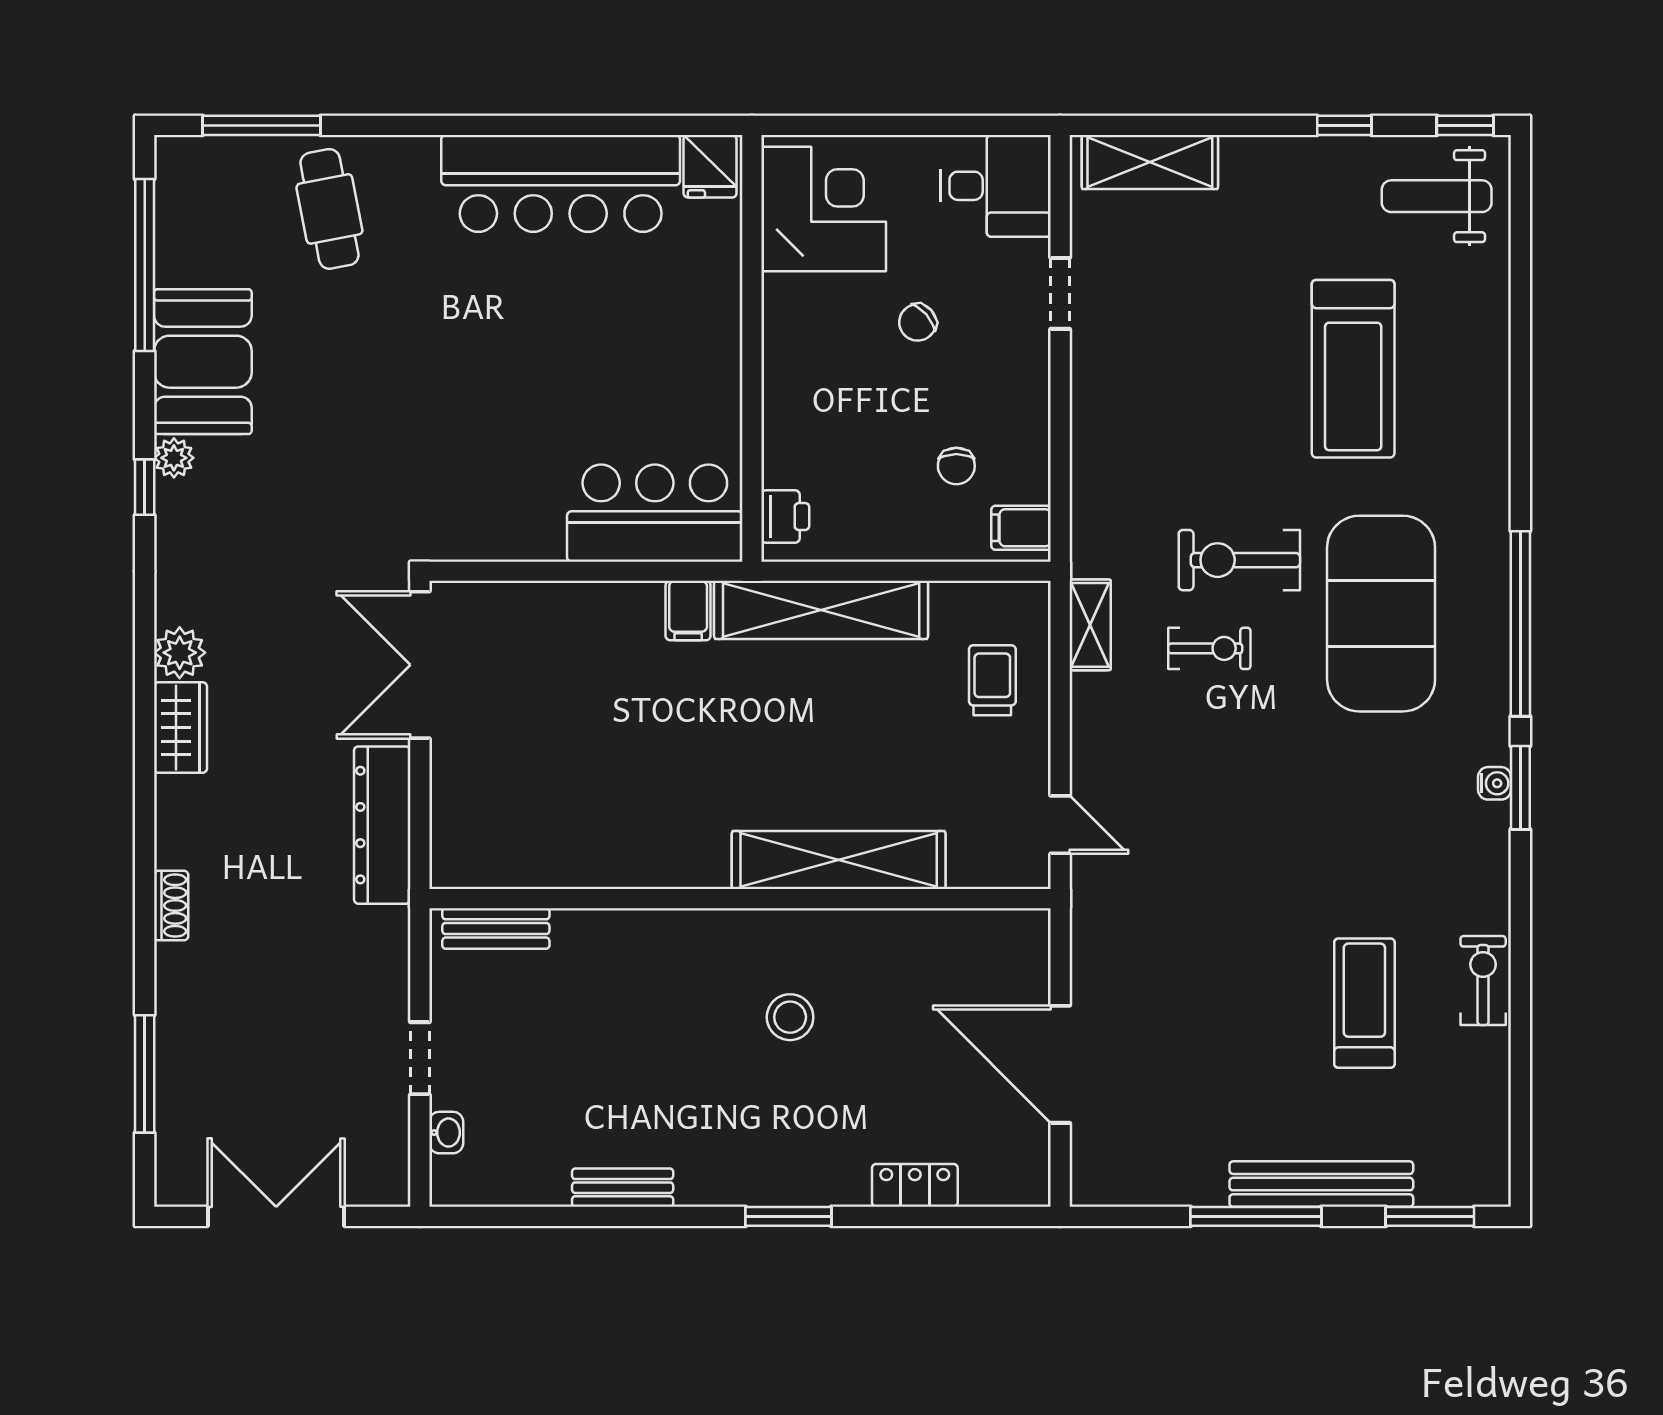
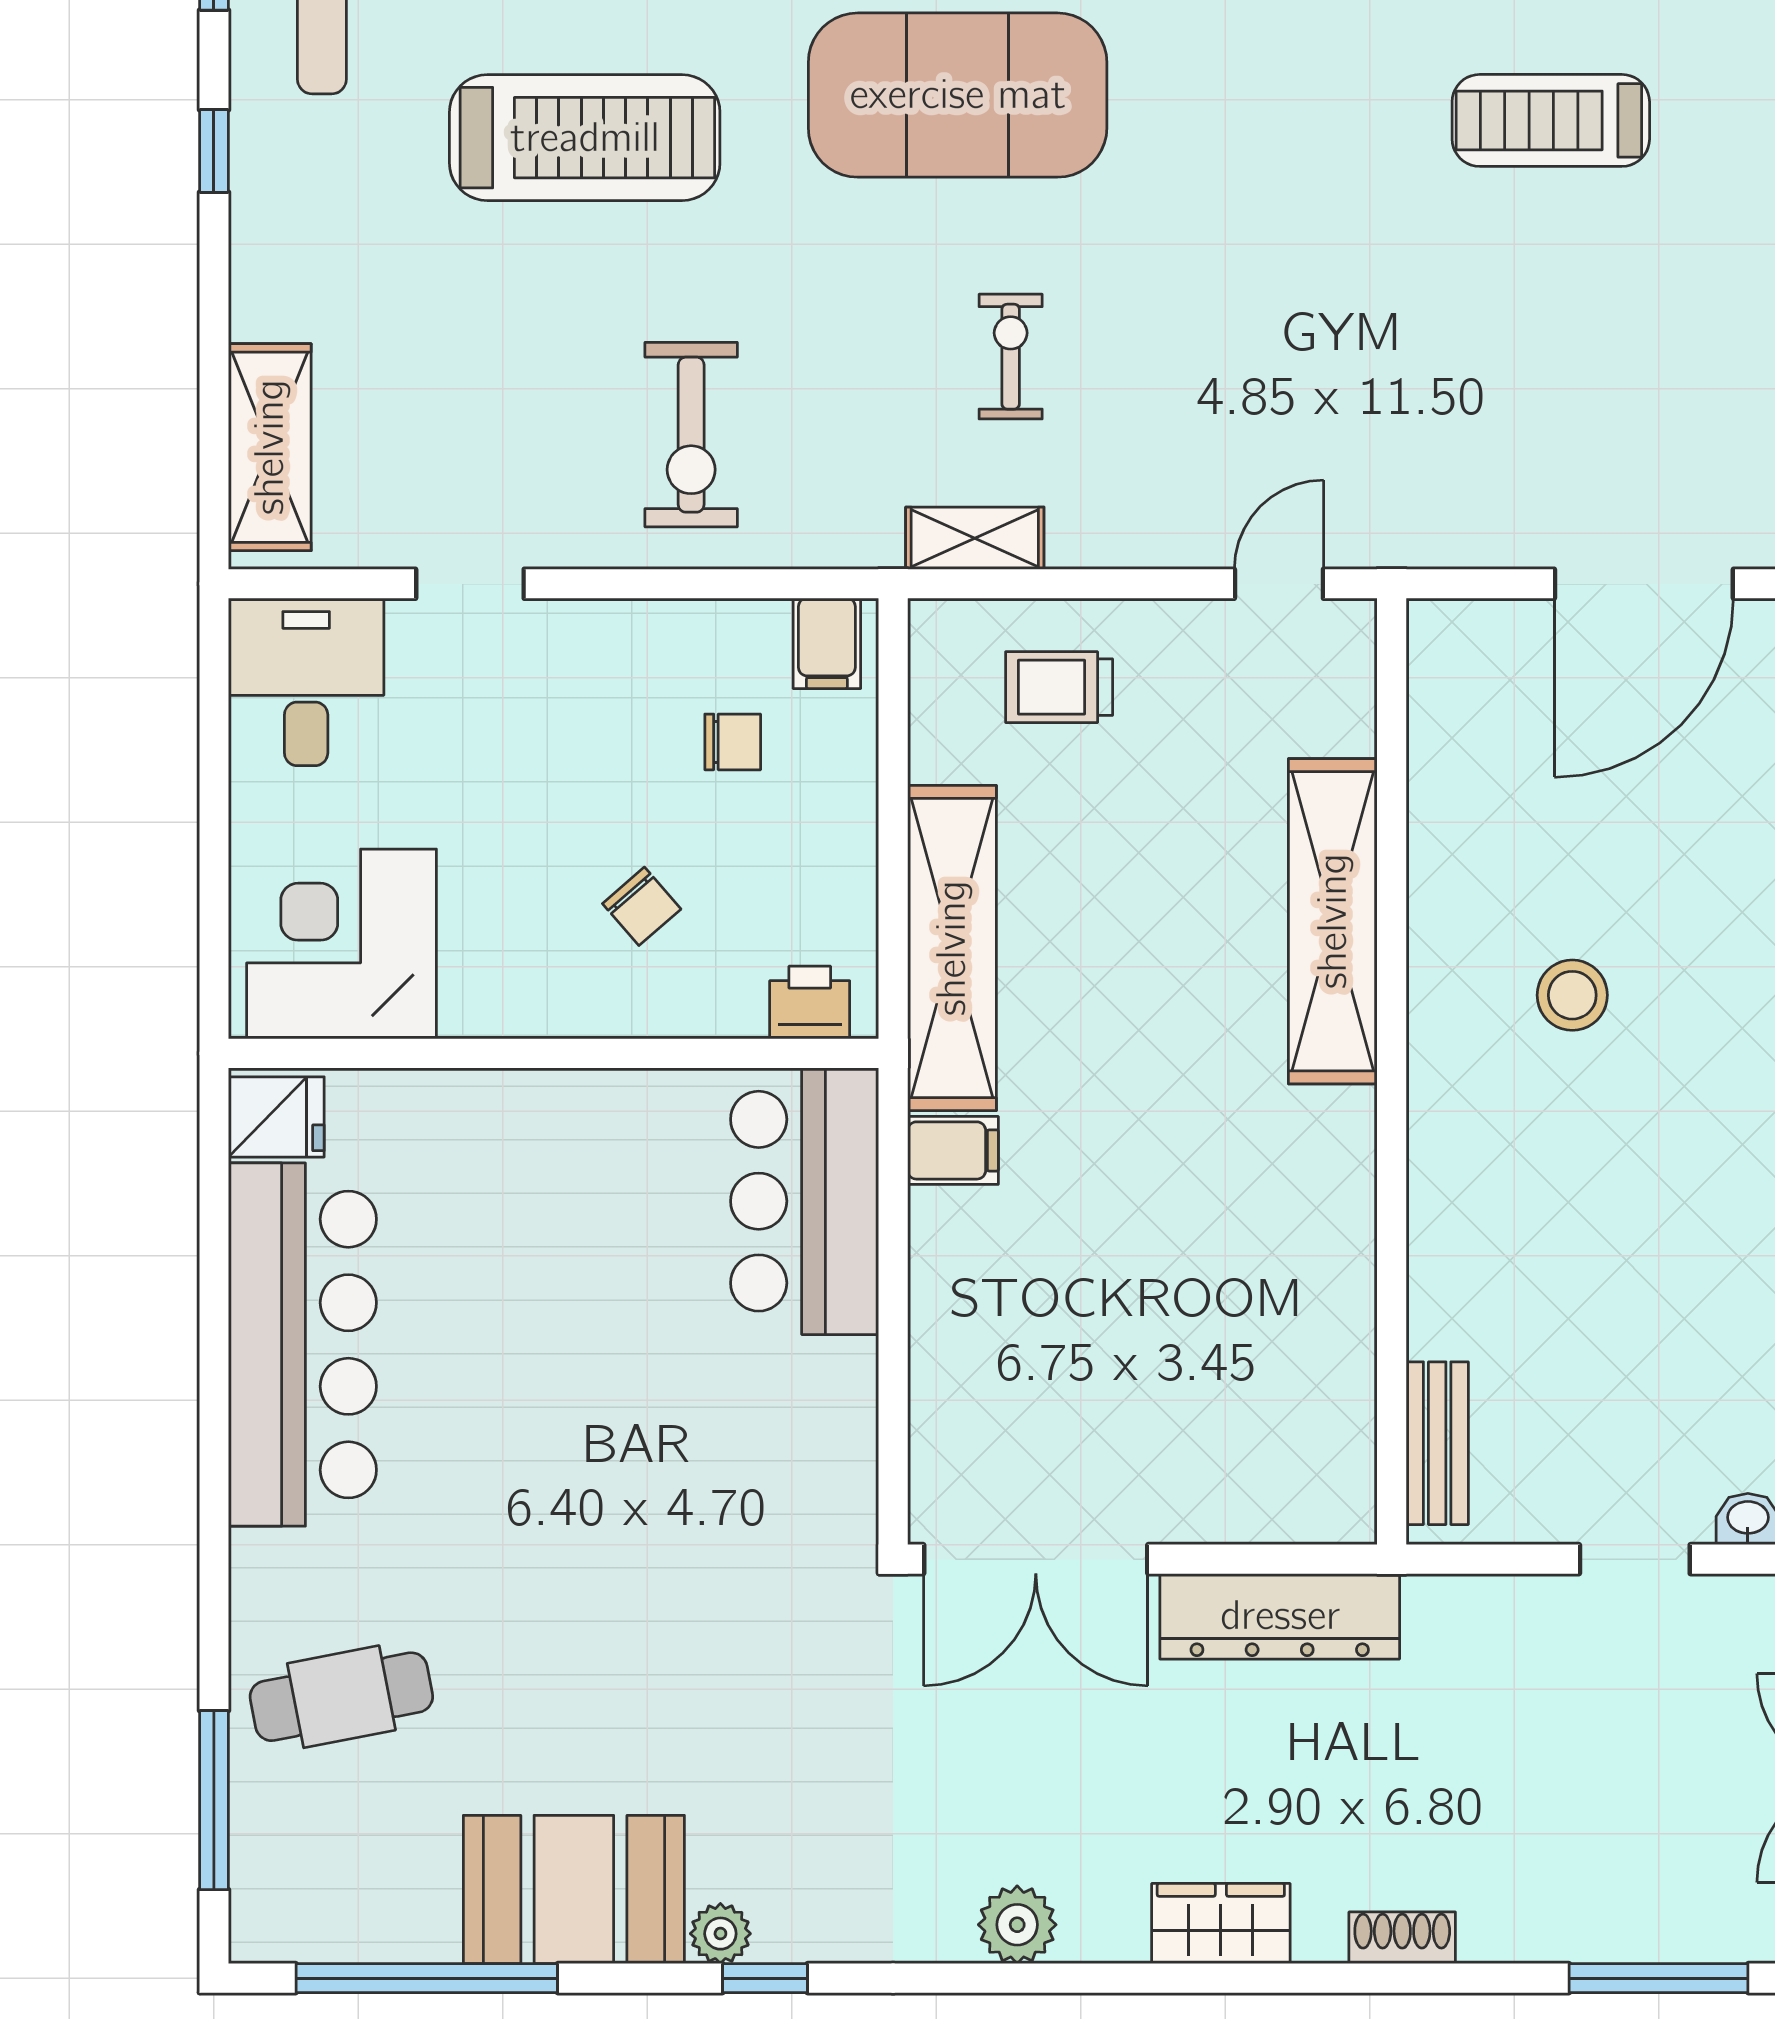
chair: (918, 322) -> (642, 906), moved
exercise bike: (1239, 560) -> (691, 435), moved
wardrobe: (180, 728) -> (1221, 1924), moved

